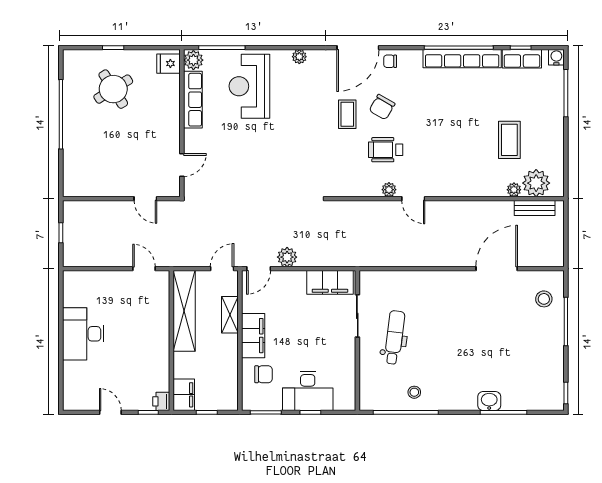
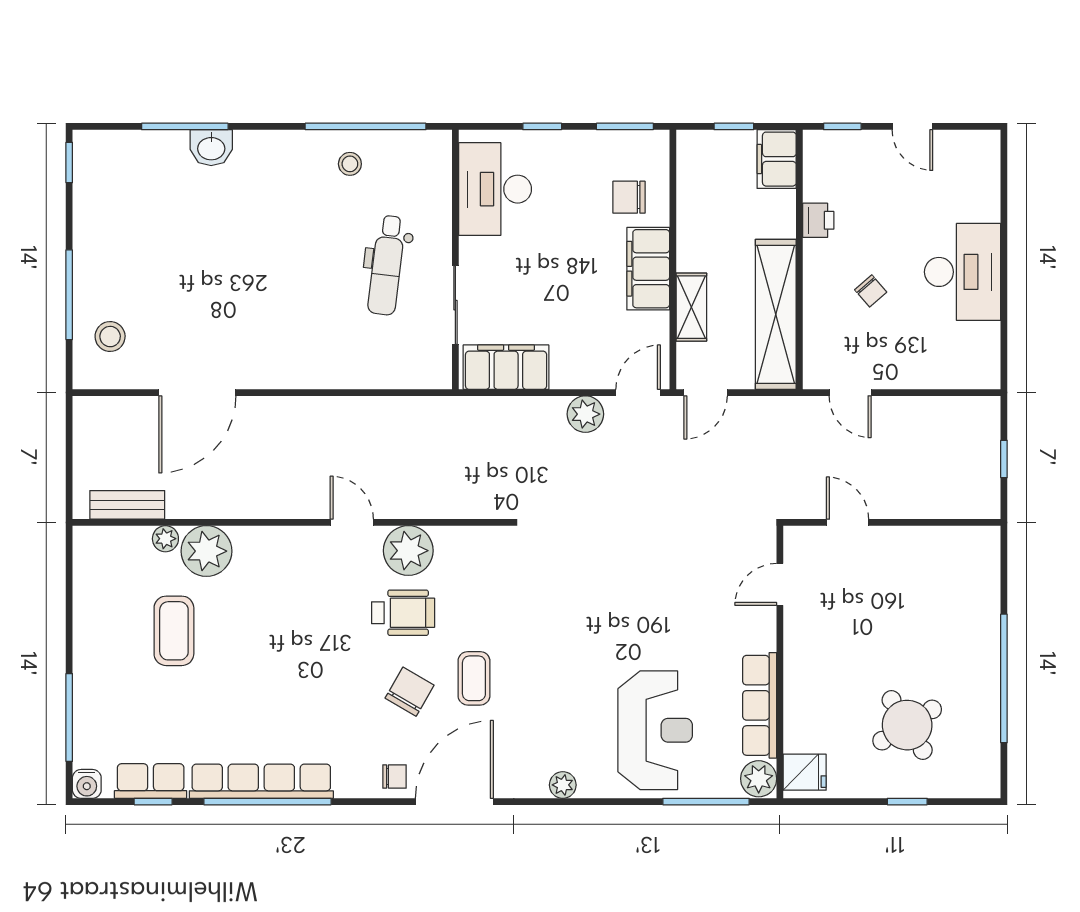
plant: (536, 183) -> (206, 551), moved
plant: (389, 190) -> (408, 551), width x1.88, depth x1.88
chair: (133, 324) -> (871, 291), added
desk: (308, 391) -> (495, 189), moved, turned -90
printer: (161, 401) -> (818, 220), moved

